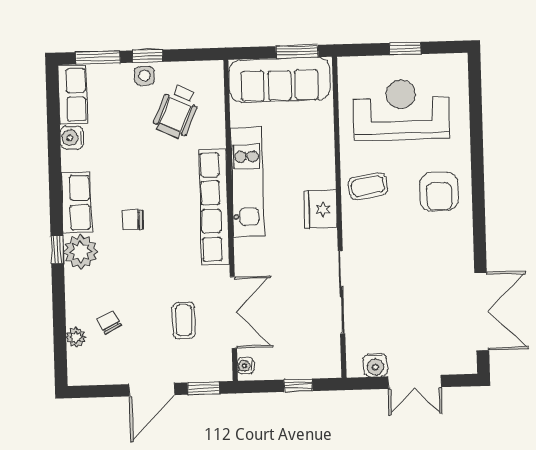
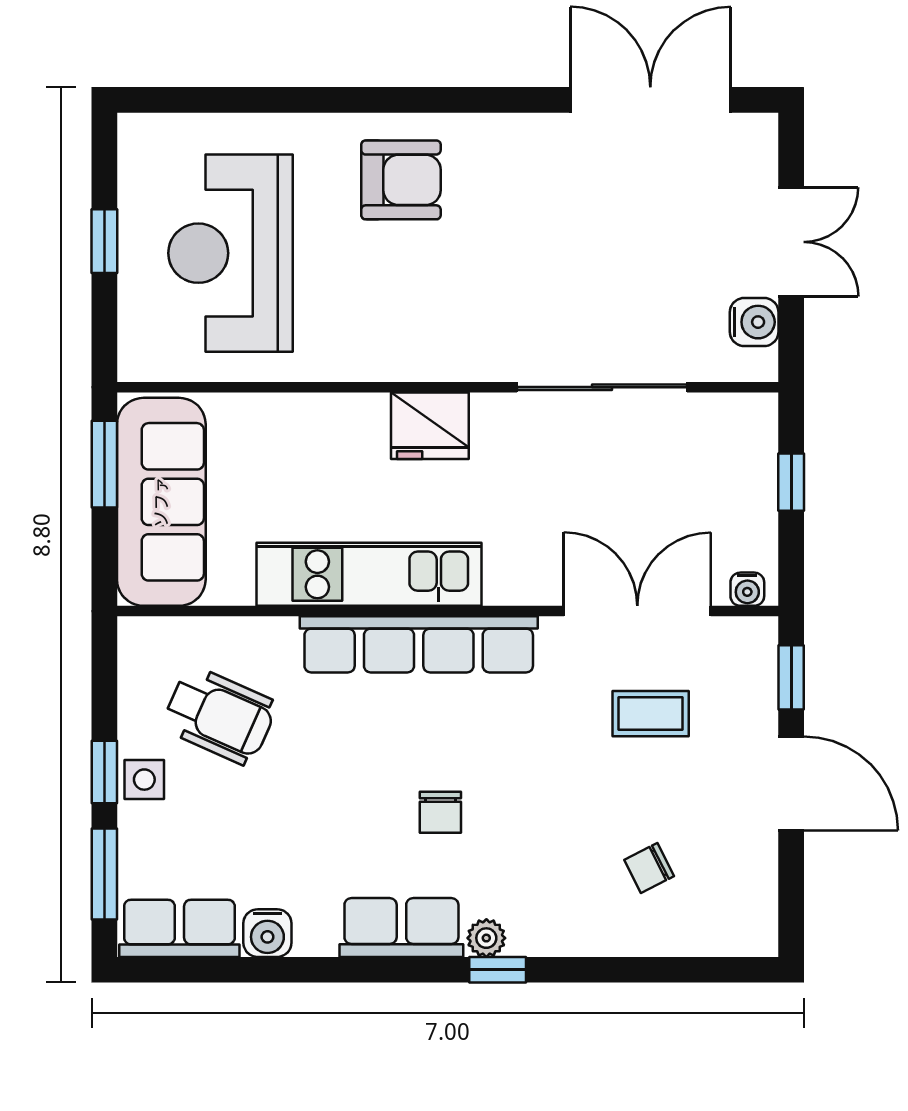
coffee table: (368, 186) -> (386, 326), removed
plant: (81, 252) -> (486, 938), width x0.53, depth x0.53
plant: (76, 337) -> (679, 937), removed

